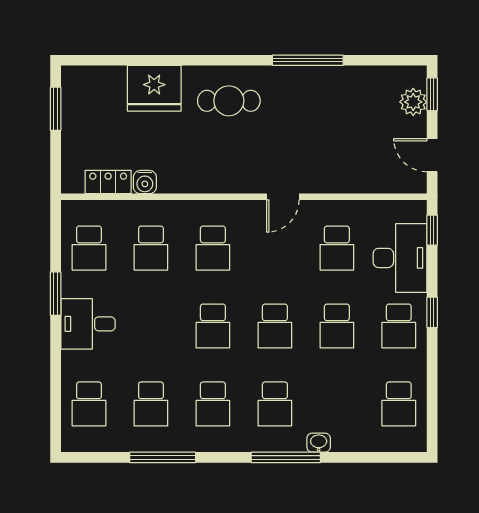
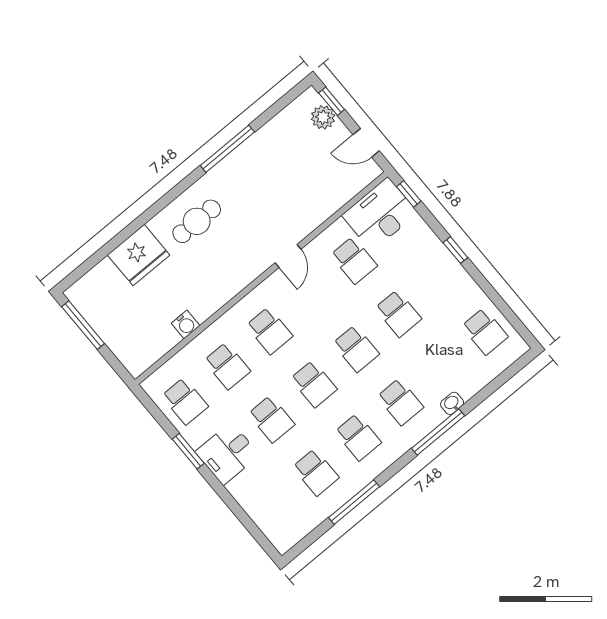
window: (56, 109) -> (83, 325), width x1.44
locker: (108, 182) -> (160, 345), removed
desk: (400, 258) -> (380, 214), moved, turned -90
school desk: (399, 326) -> (440, 278), removed
school desk: (89, 404) -> (271, 419), moved

